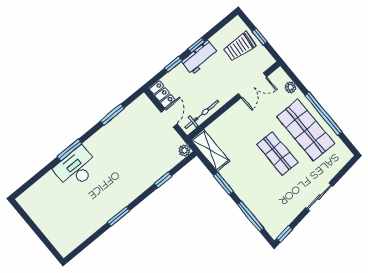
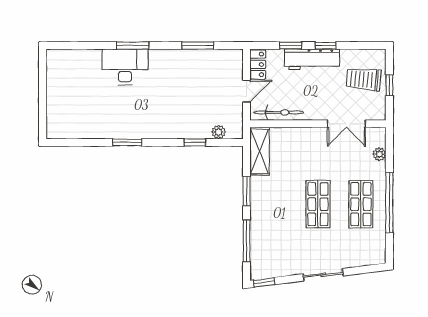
workbench: (200, 57) -> (312, 59), width x1.38
shop shelf: (306, 130) -> (361, 204), width x0.70, depth x0.74
plant: (185, 150) -> (219, 132), moved

